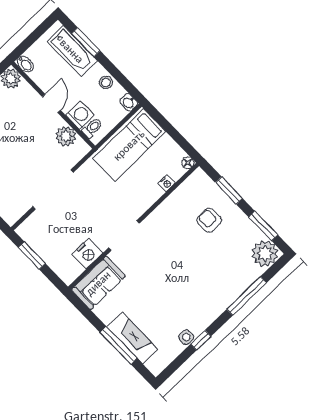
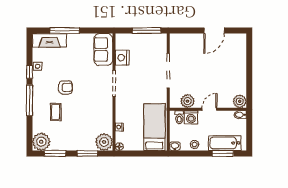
door: (51, 103) -> (210, 109), swing flipped
plant: (199, 184) -> (104, 142), added
armchair: (209, 220) -> (66, 87), moved
window: (32, 255) -> (147, 31), width x1.44
coffee table: (217, 269) -> (56, 112), added
window: (247, 296) -> (30, 100), moved
fireplace: (132, 338) -> (50, 40), moved

